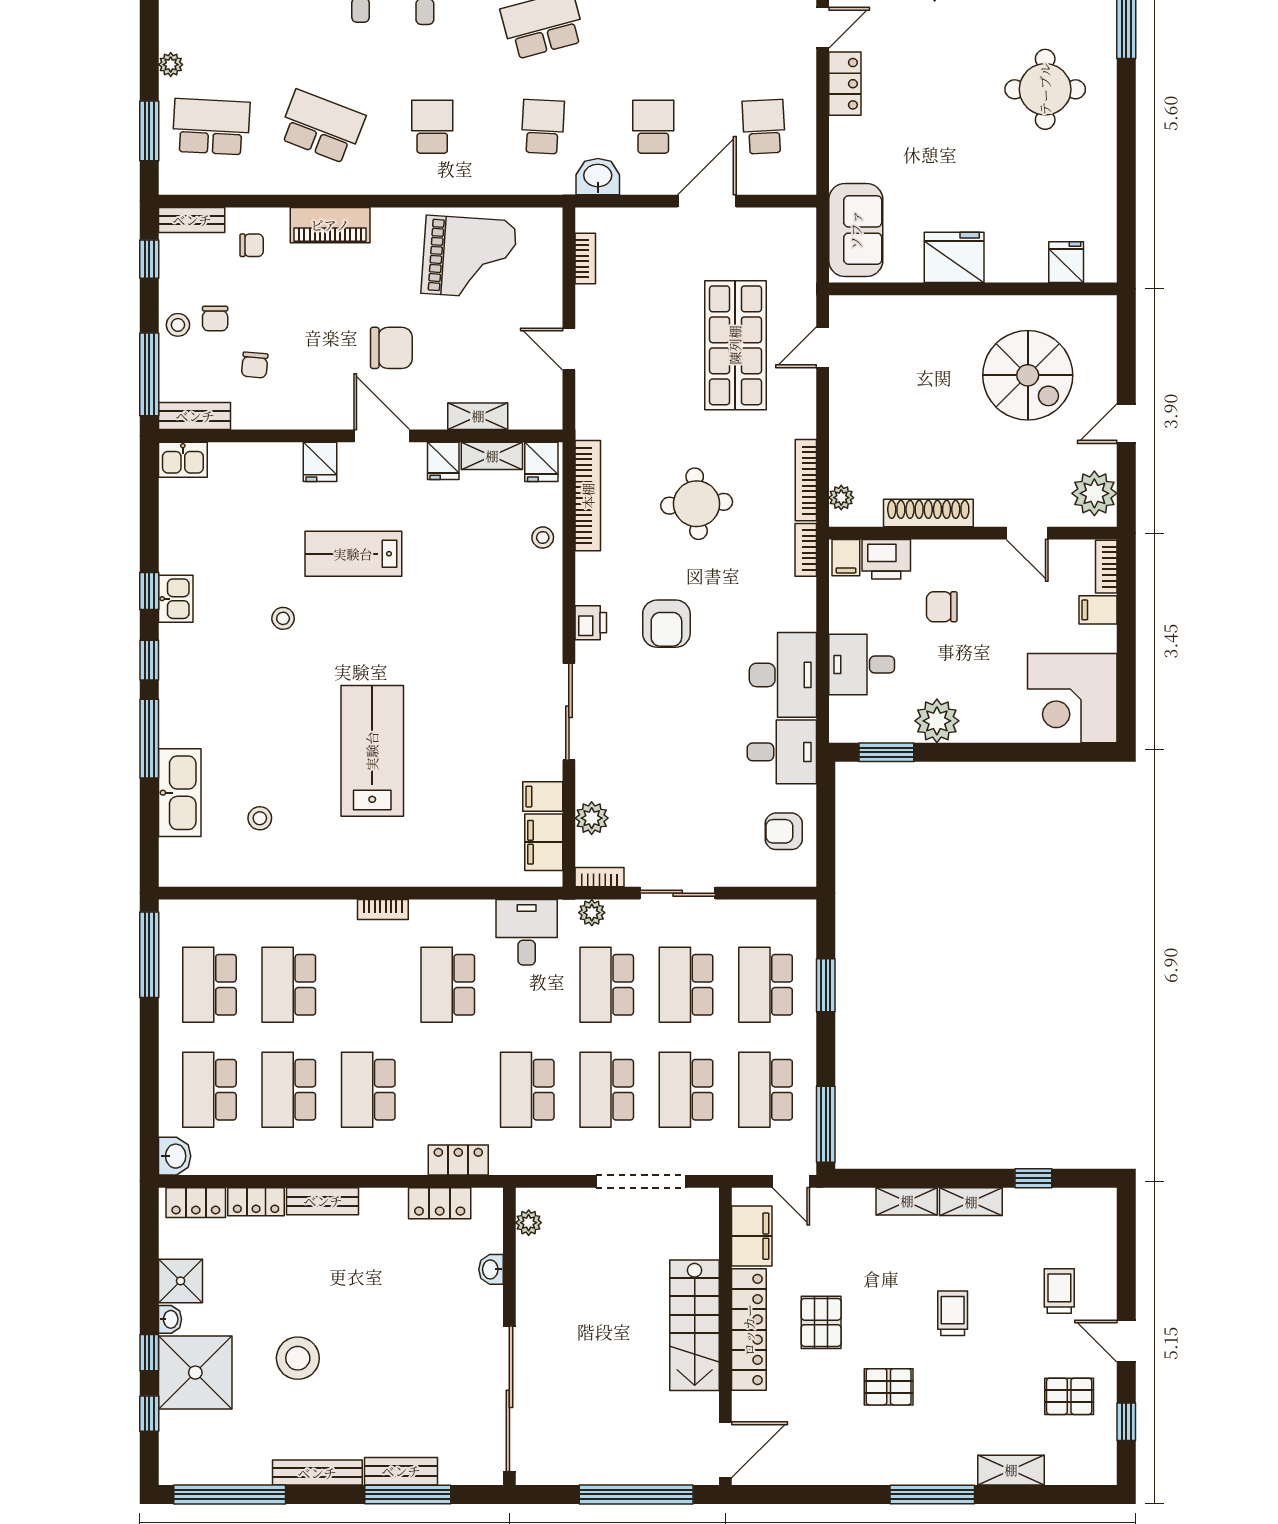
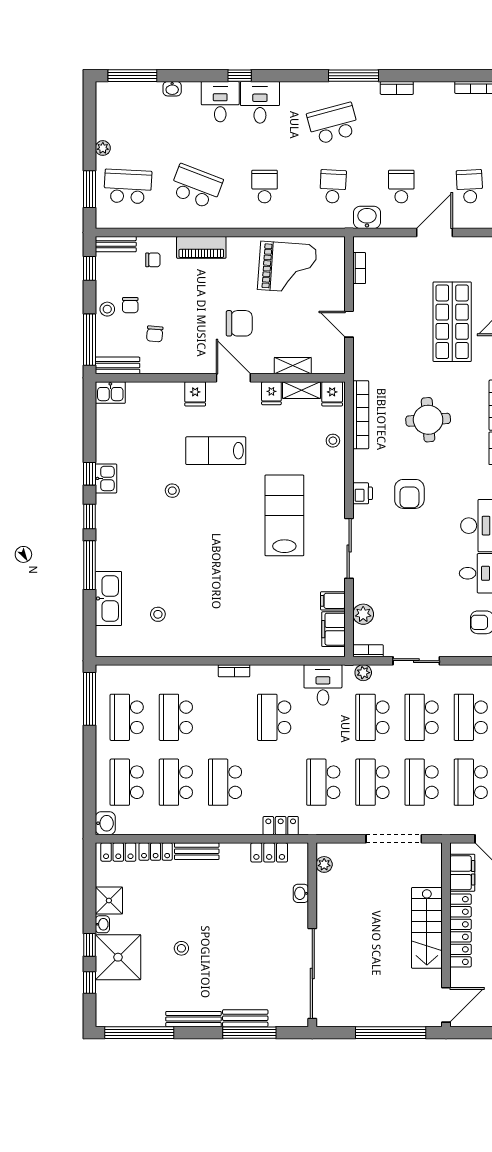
lab bench: (372, 751) -> (284, 515), moved
stool: (298, 1358) -> (181, 948), width x0.53, depth x0.53

